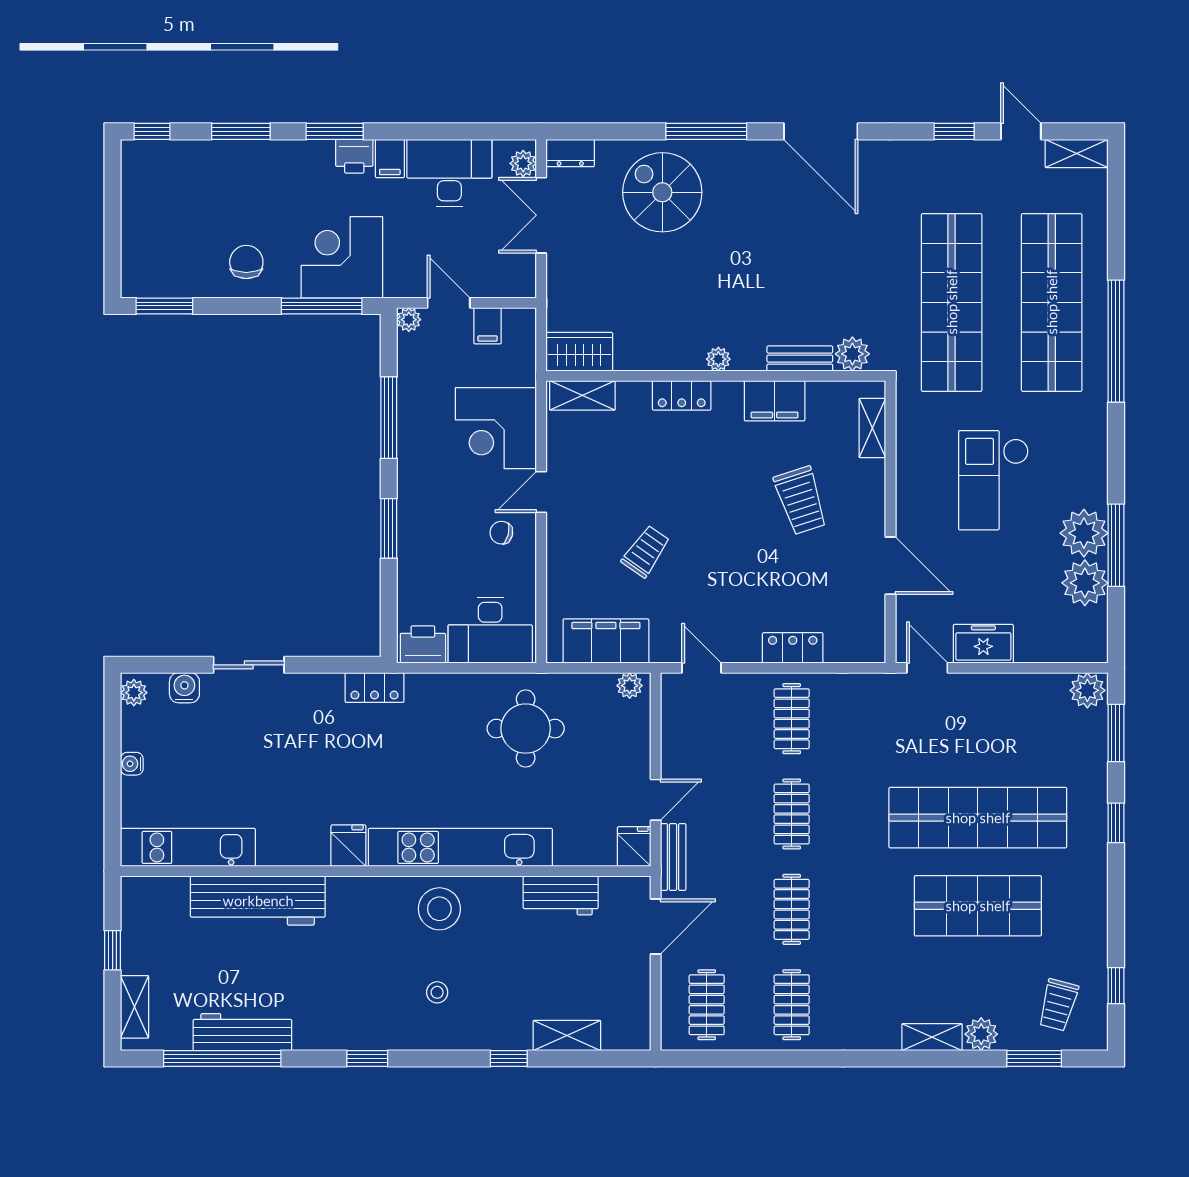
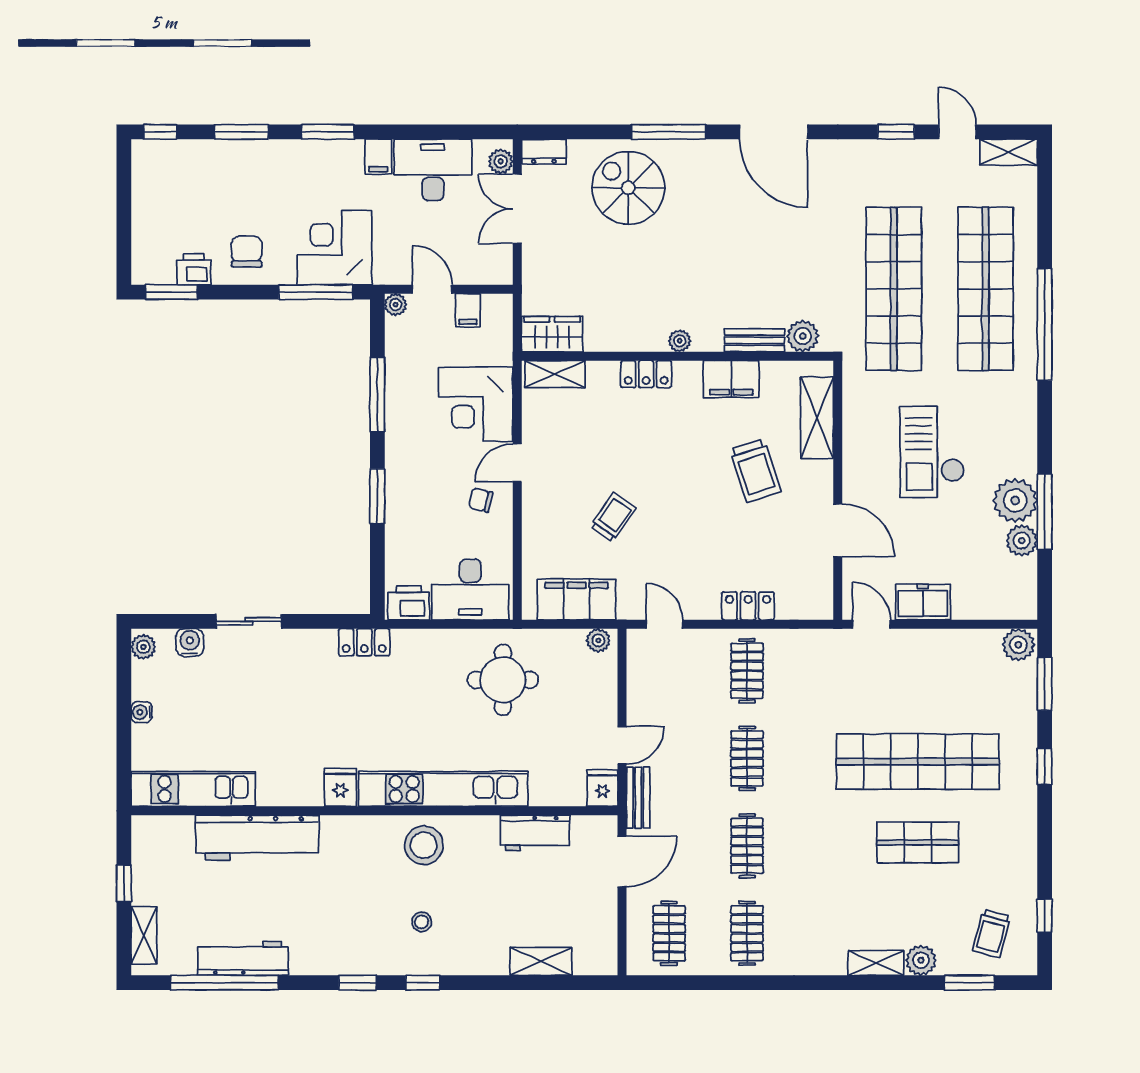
printer: (354, 156) -> (194, 269), moved, turned 180
shelving: (872, 428) -> (817, 418), width x1.50, depth x1.33
plant: (1085, 583) -> (1022, 540), width x0.73, depth x0.73
shop shelf: (978, 906) -> (918, 842), width x0.70, depth x0.74
window: (509, 1059) -> (423, 983), moved

